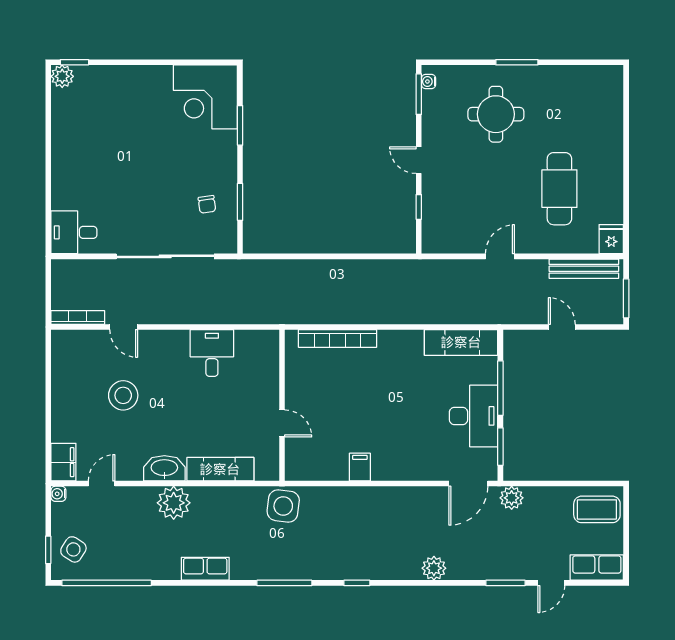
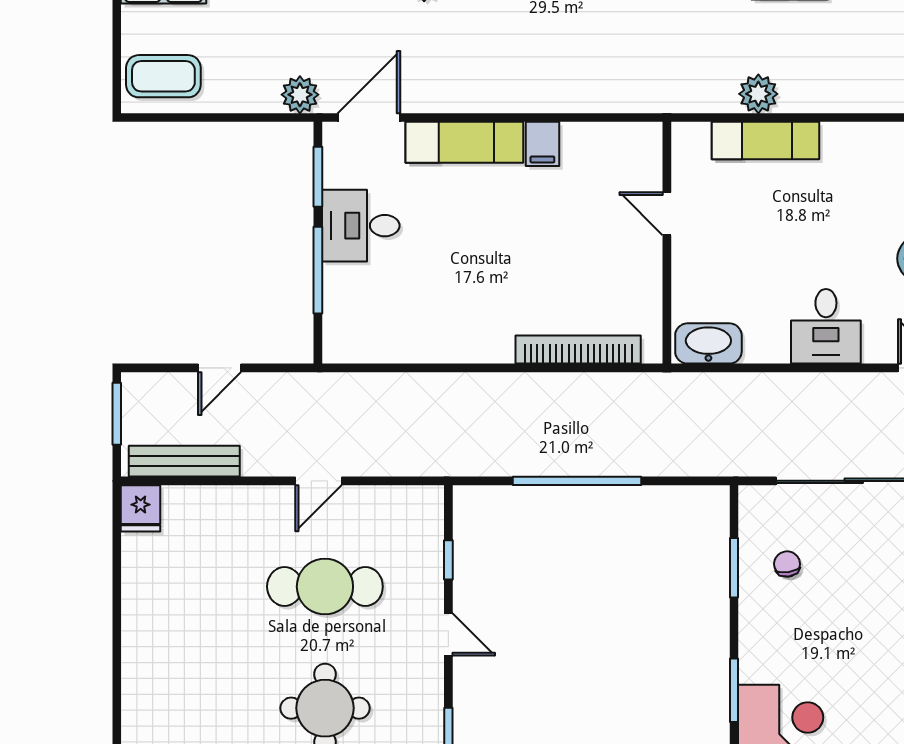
cafe table: (559, 189) -> (325, 587), moved, turned 90
window: (338, 256) -> (577, 481), added
door: (562, 327) -> (220, 368), hinge flipped
exam couch: (461, 342) -> (464, 142), moved, turned 180
desk: (212, 353) -> (826, 326), moved
desk: (474, 416) -> (361, 226), width x0.73
washbasin: (164, 468) -> (708, 343), moved, turned 180
plant: (174, 503) -> (758, 94), moved, width x0.73, depth x0.73
side table: (283, 506) -> (665, 82), removed

